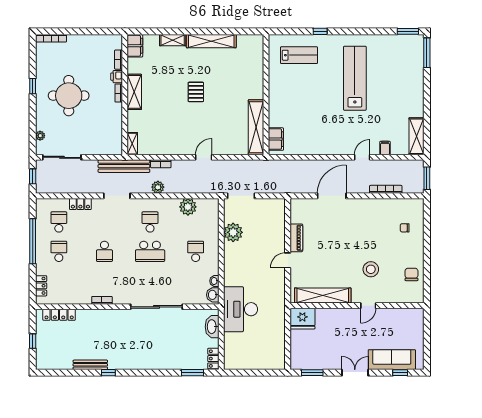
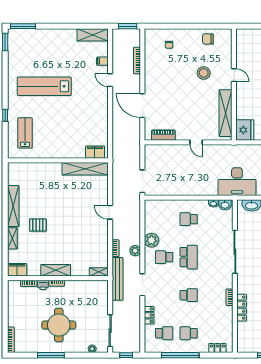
window: (33, 86) -> (51, 355), width x2.17
pallet: (196, 92) -> (38, 225), moved
plant: (188, 207) -> (152, 240), moved
school desk: (59, 222) -> (164, 333), turned 180
plant: (233, 232) -> (173, 188), removed
piano: (296, 238) -> (163, 135), moved
locker: (59, 315) -> (242, 308), moved

